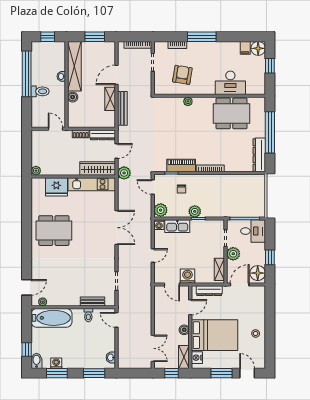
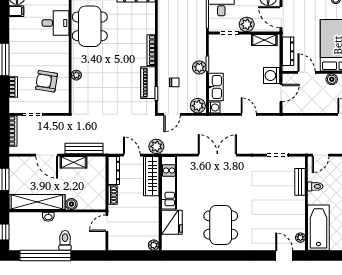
desk: (230, 83) -> (55, 23), width x0.73

